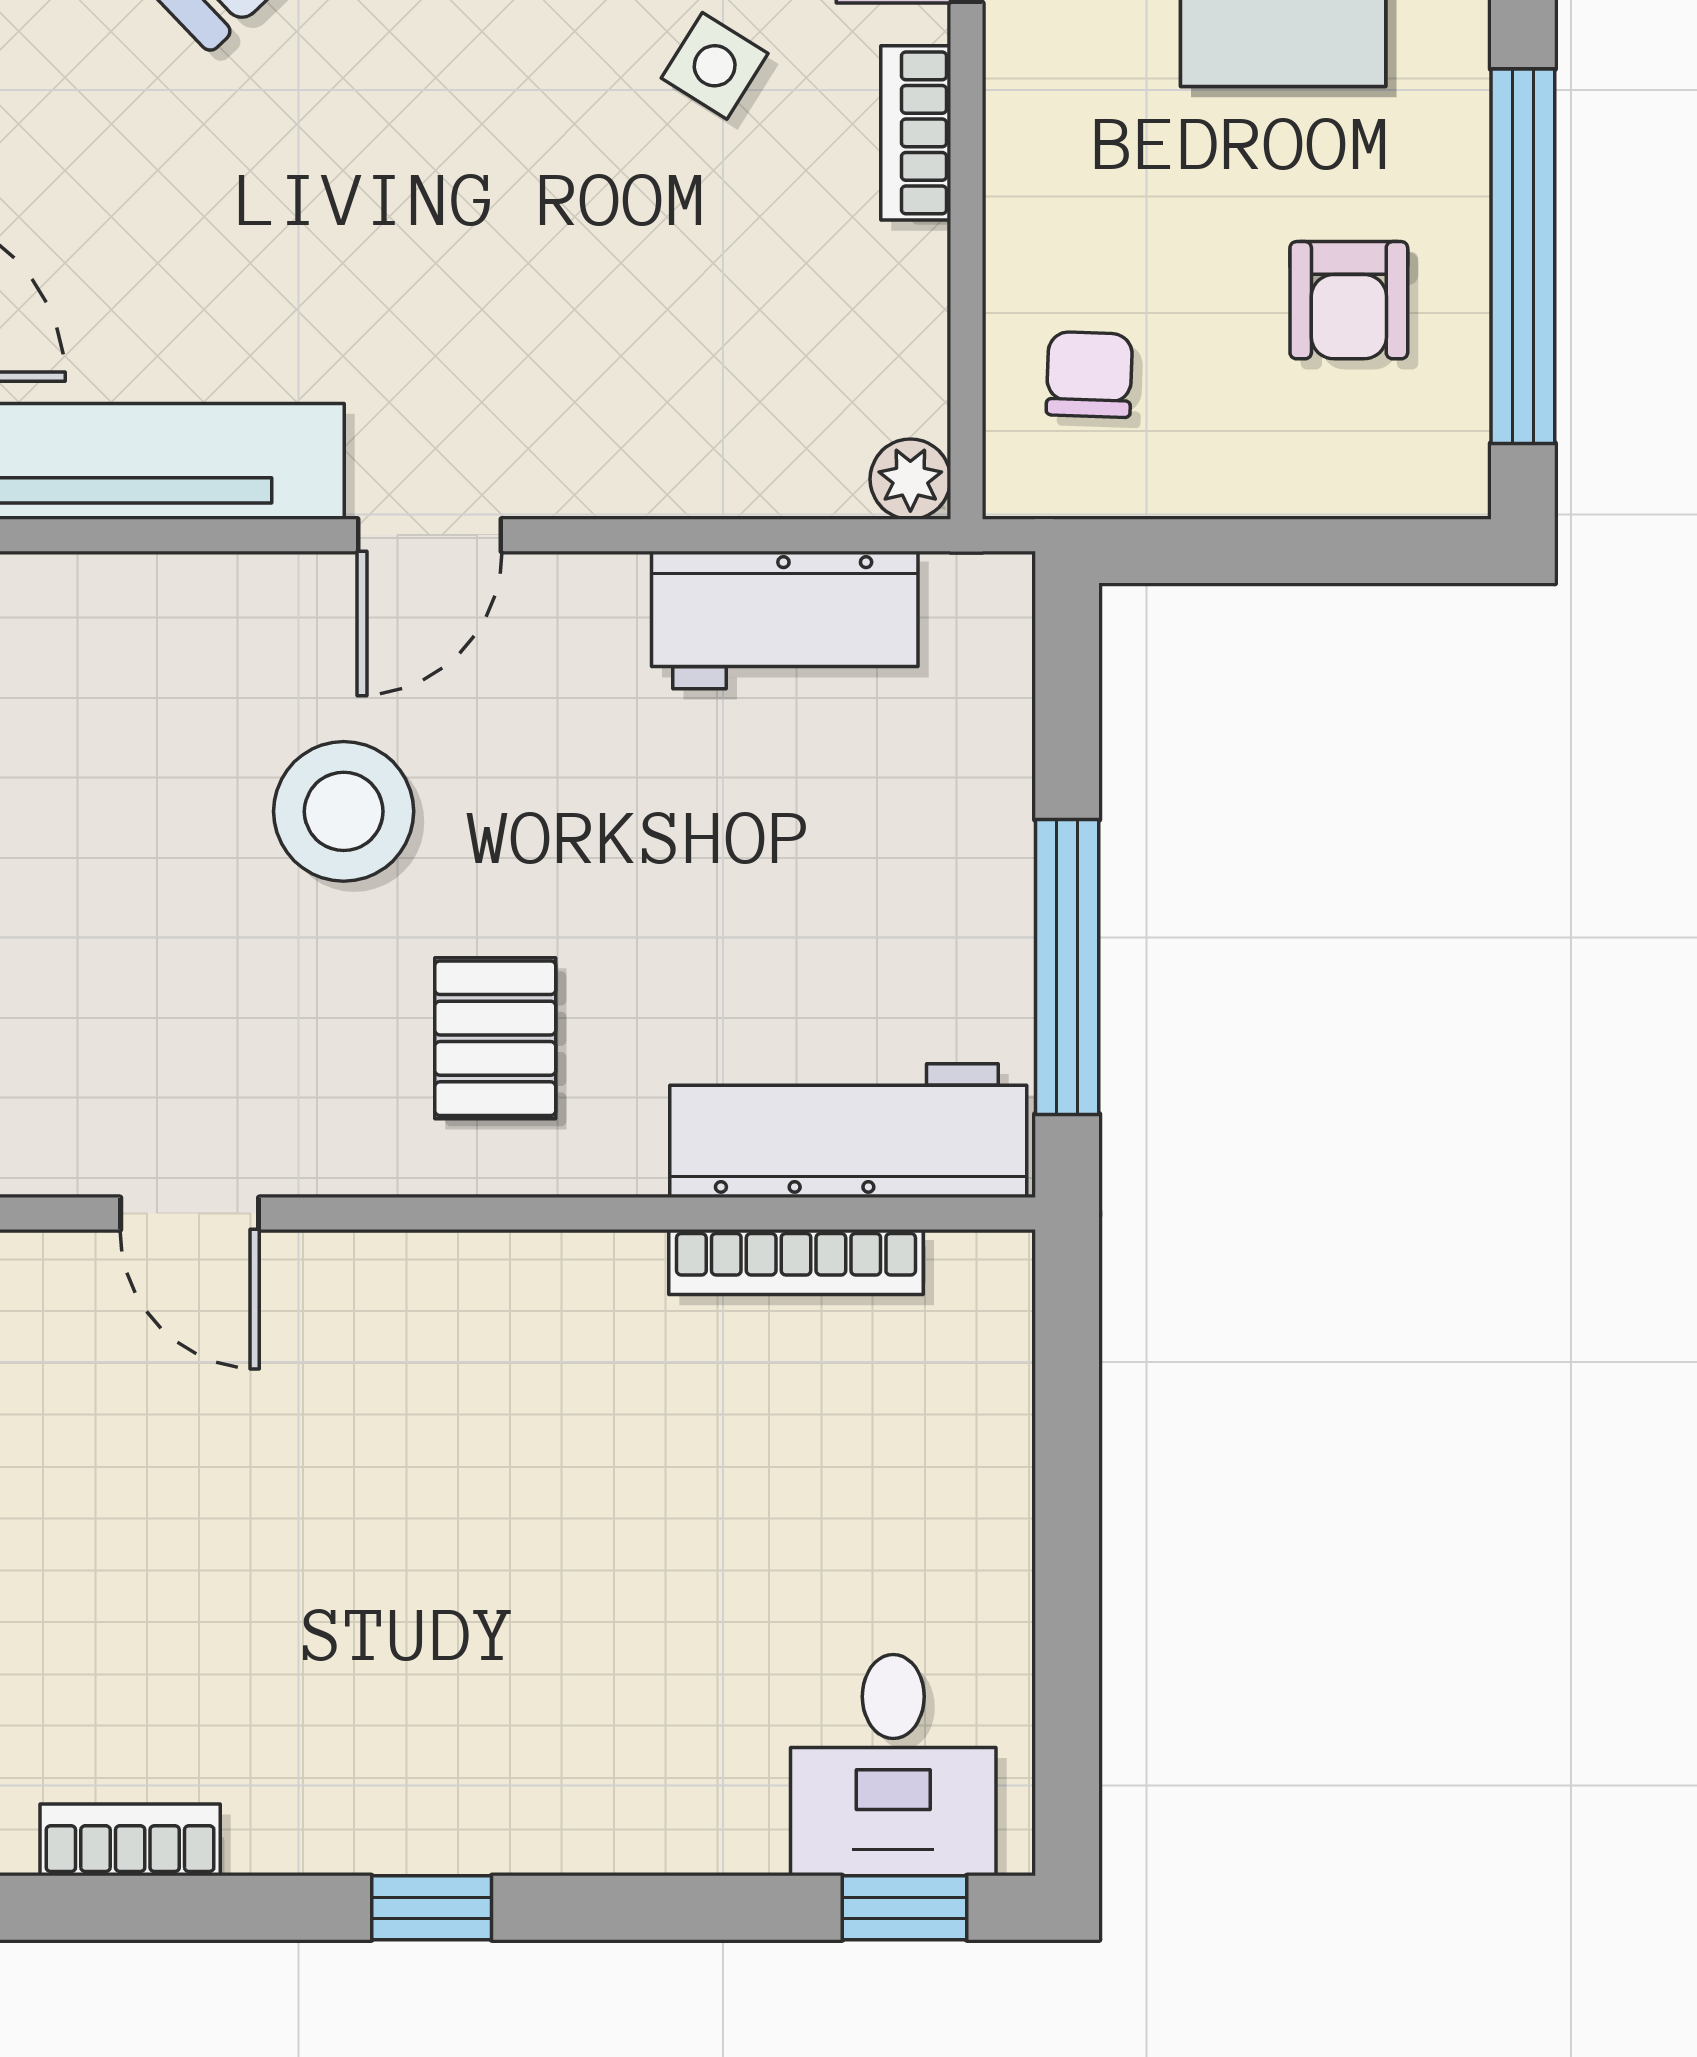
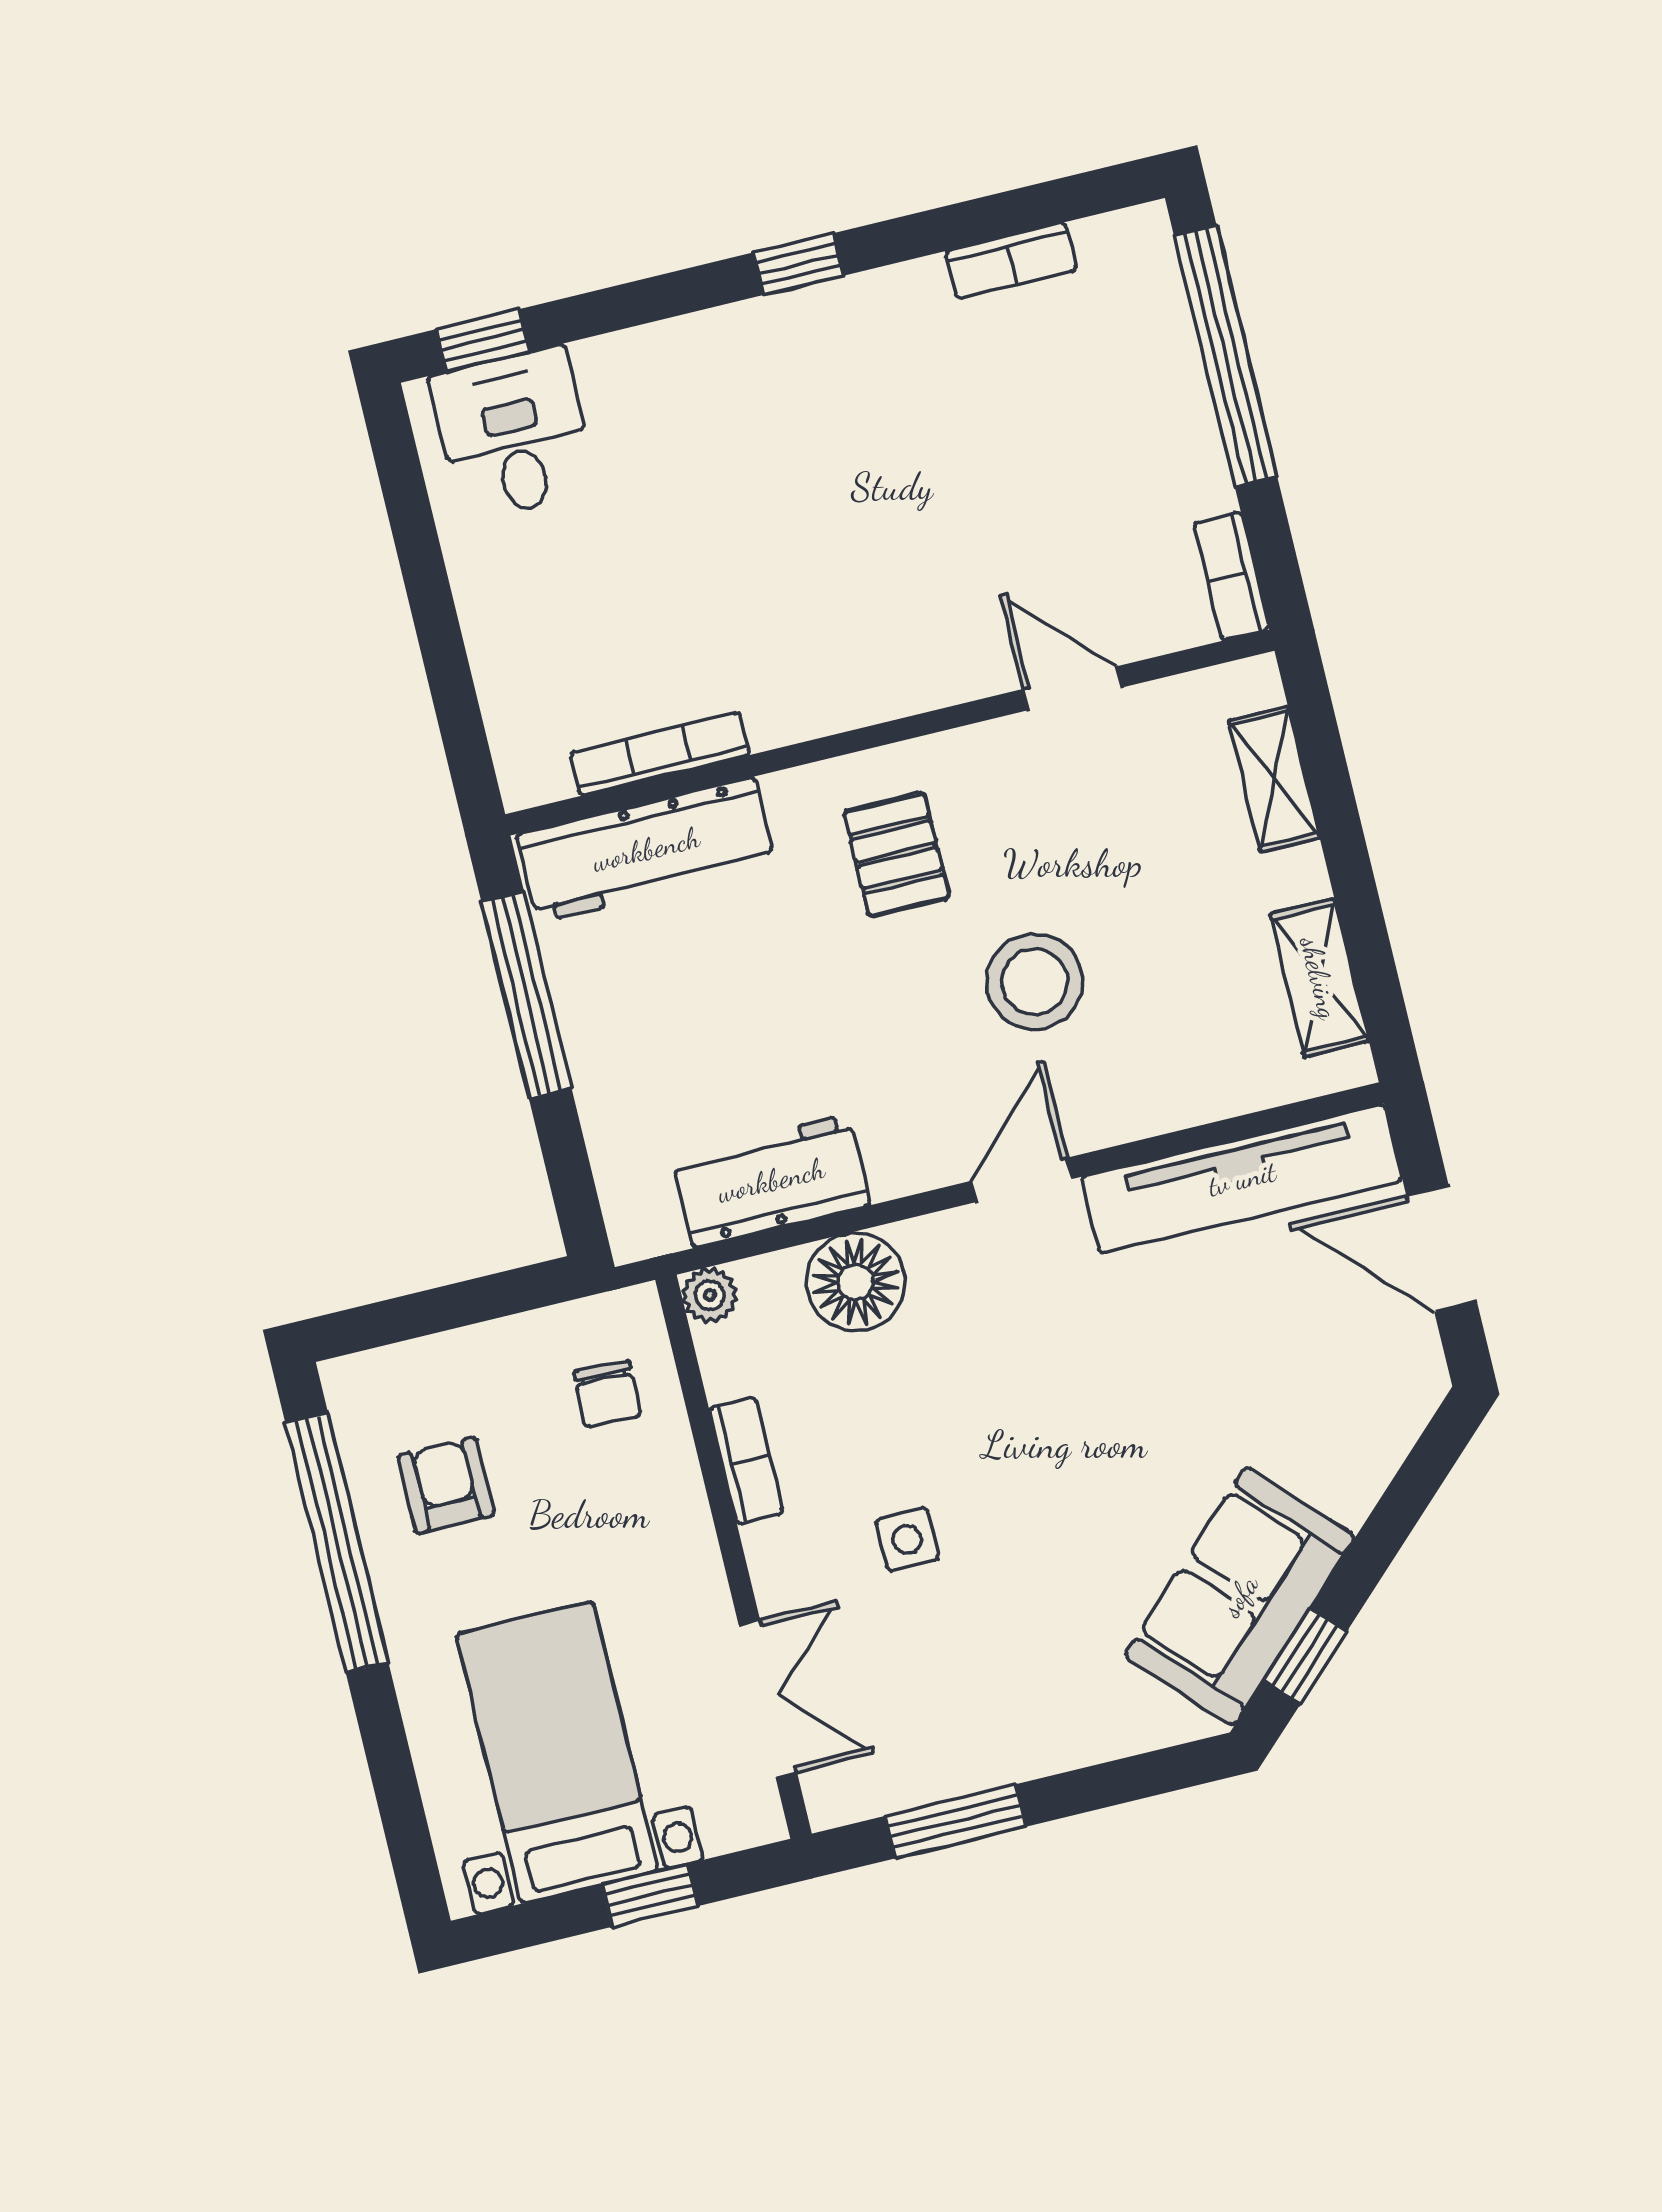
side table: (715, 66) -> (907, 1539), turned -32
bookcase: (916, 133) -> (746, 1460), moved
floor lamp: (699, 448) -> (856, 1282), added

